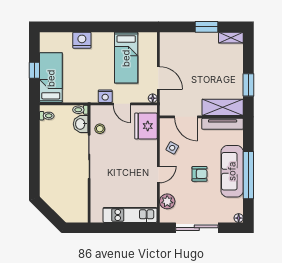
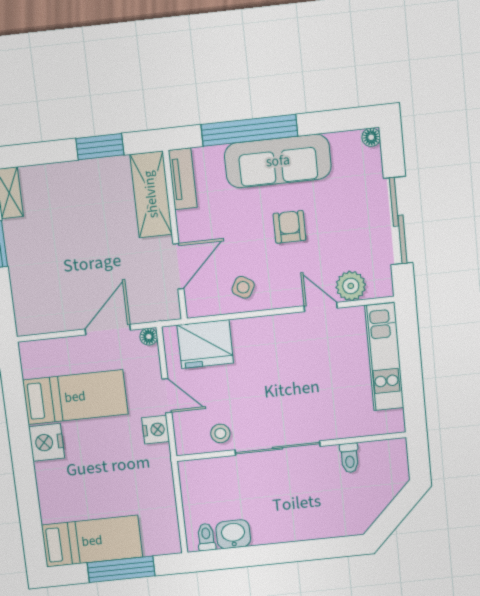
nightstand: (82, 40) -> (47, 442), moved
window: (34, 70) -> (121, 569), width x2.17
bed: (51, 78) -> (92, 541), moved, turned 180
door: (122, 104) -> (167, 396), hinge flipped
toilet: (80, 110) -> (350, 458), moved
washbasin: (81, 124) -> (233, 534), moved, turned 180
tv unit: (223, 124) -> (183, 179), width x0.71
door: (158, 174) -> (321, 307), moved
window: (248, 175) -> (249, 130), moved

